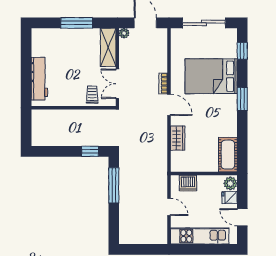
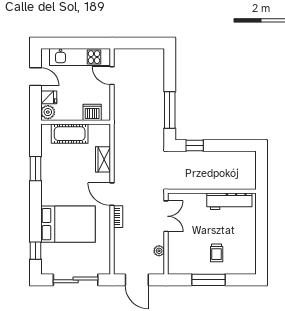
plant: (124, 33) -> (159, 251), moved
shelving: (108, 47) -> (176, 254), removed
workbench: (39, 79) -> (229, 201), moved, turned -90
trolley: (92, 95) -> (217, 253), moved
window: (242, 99) -> (35, 169), moved
cot: (228, 155) -> (70, 134), moved, turned 90
door: (169, 207) -> (112, 76), moved

